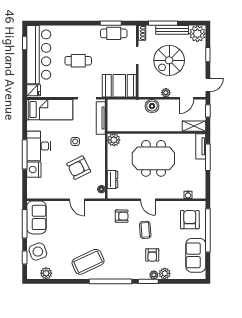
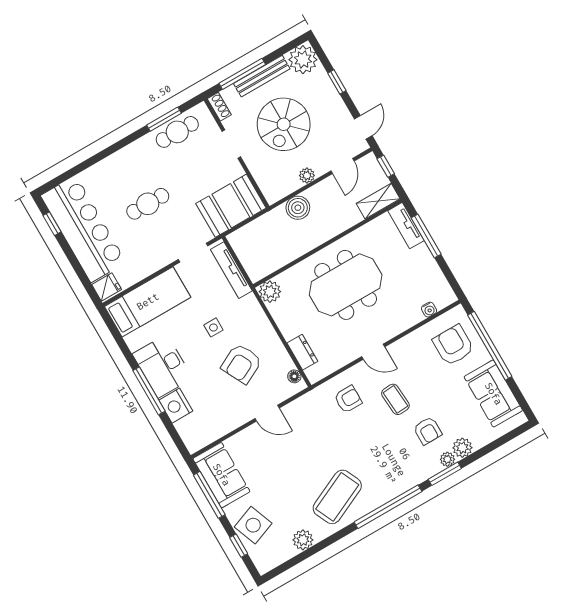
plant: (46, 273) -> (303, 540), moved

